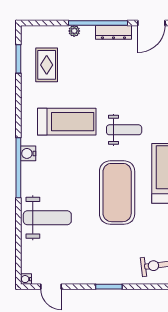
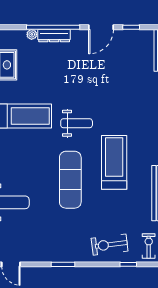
dresser: (113, 32) -> (54, 36), moved
exercise mat: (117, 193) -> (70, 180), width x0.68

